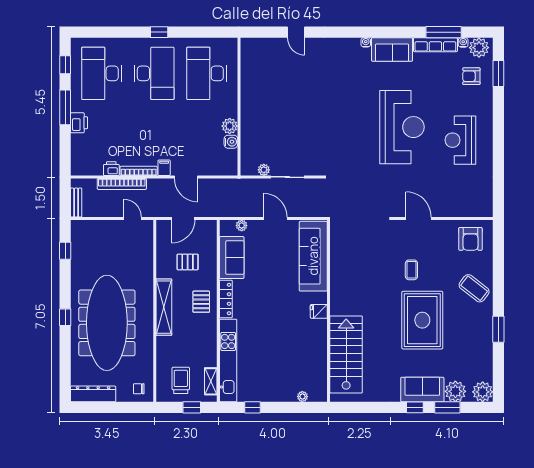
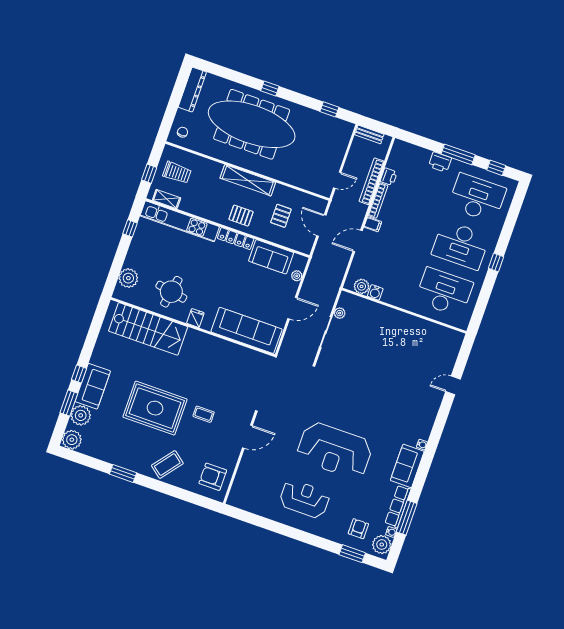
plant: (230, 126) -> (362, 286), moved
round table: (301, 344) -> (171, 292), added
plant: (302, 397) -> (128, 278), width x1.88, depth x1.88

